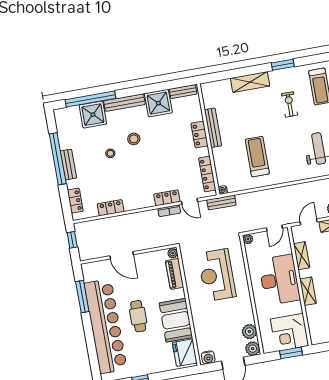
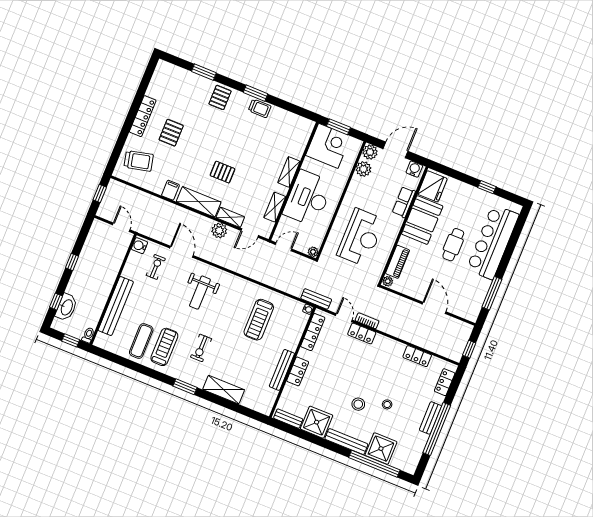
row of seats: (200, 325) -> (404, 202), added
bar counter: (106, 326) -> (493, 242), width x0.73

